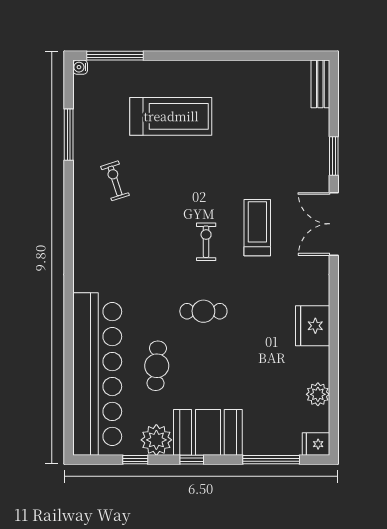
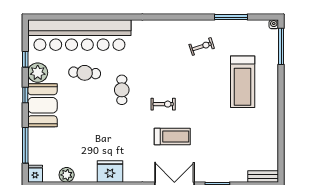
cafe table: (203, 311) -> (122, 90), moved

